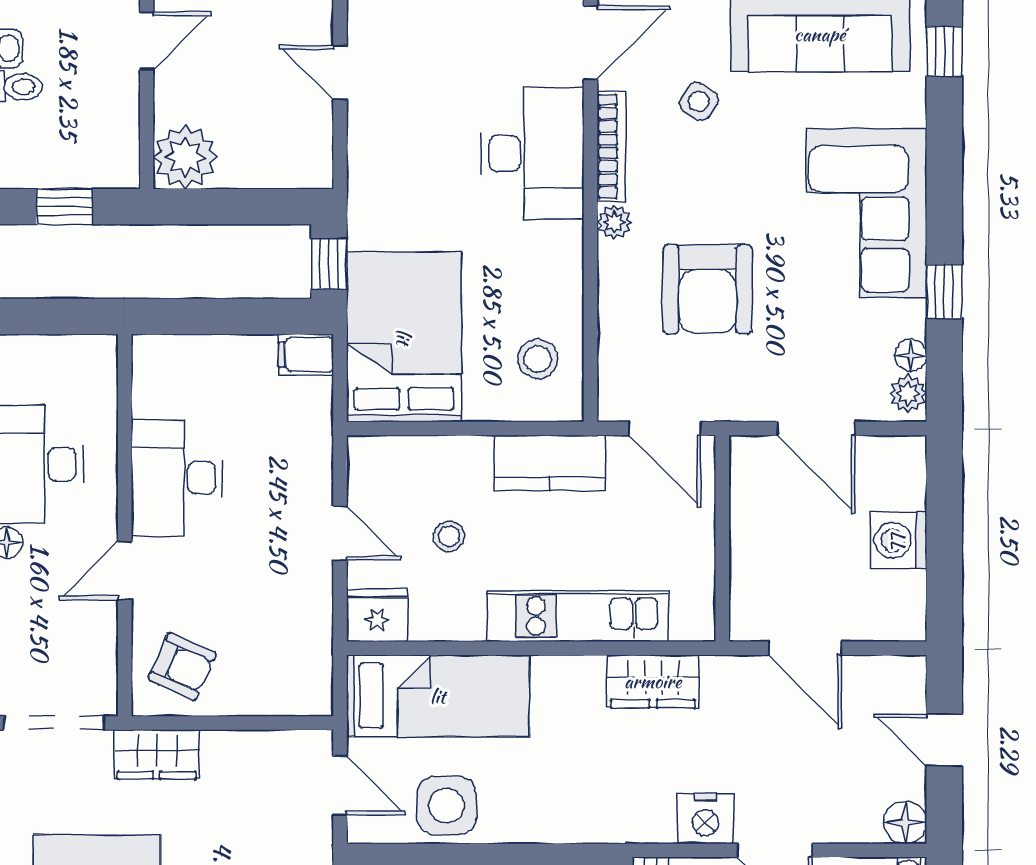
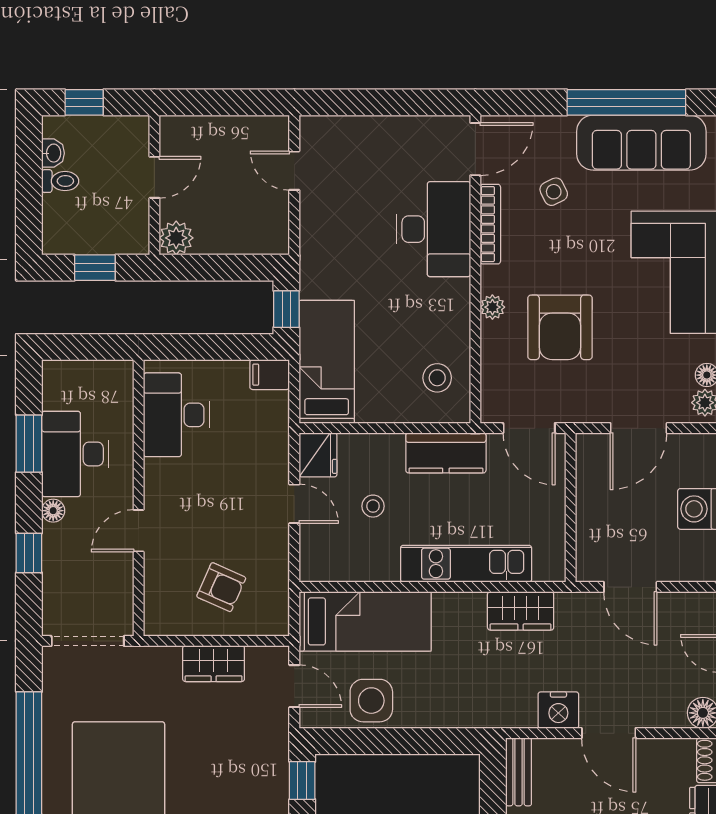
door: (147, 41) -> (154, 177), moved
side table: (699, 102) -> (554, 192), turned 30
plant: (185, 157) -> (176, 238), width x0.73, depth x0.73
plant: (614, 222) -> (492, 307), moved
bed: (404, 337) -> (327, 362), width x0.67
door: (816, 429) -> (639, 428), hinge flipped
desk: (177, 478) -> (176, 415), moved
fridge: (377, 615) -> (318, 455), moved, turned 90
armchair: (182, 666) -> (221, 587), moved
wardrobe: (157, 754) -> (214, 664), moved

